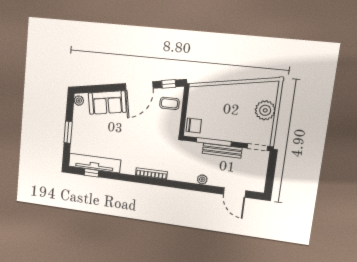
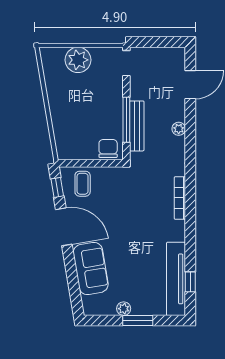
plant: (79, 101) -> (124, 309), moved
bench: (222, 151) -> (137, 126), moved

